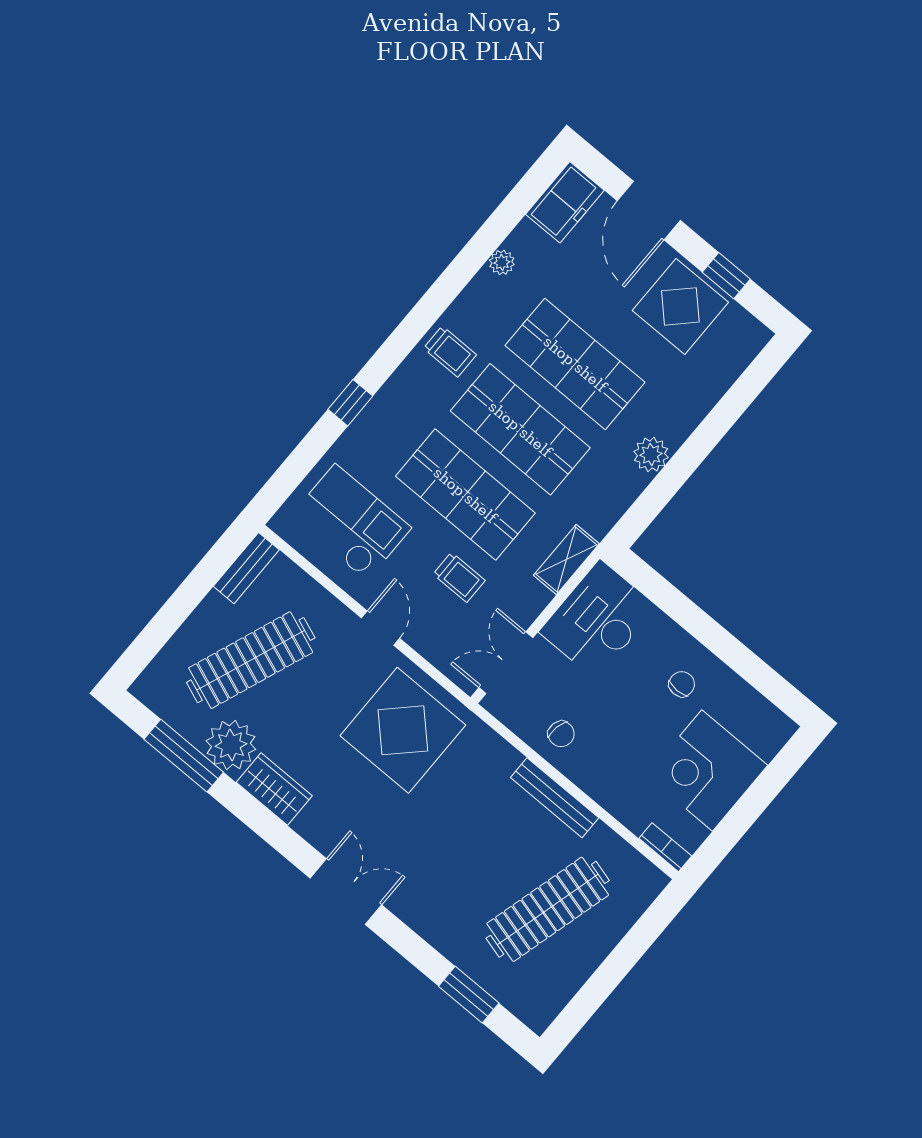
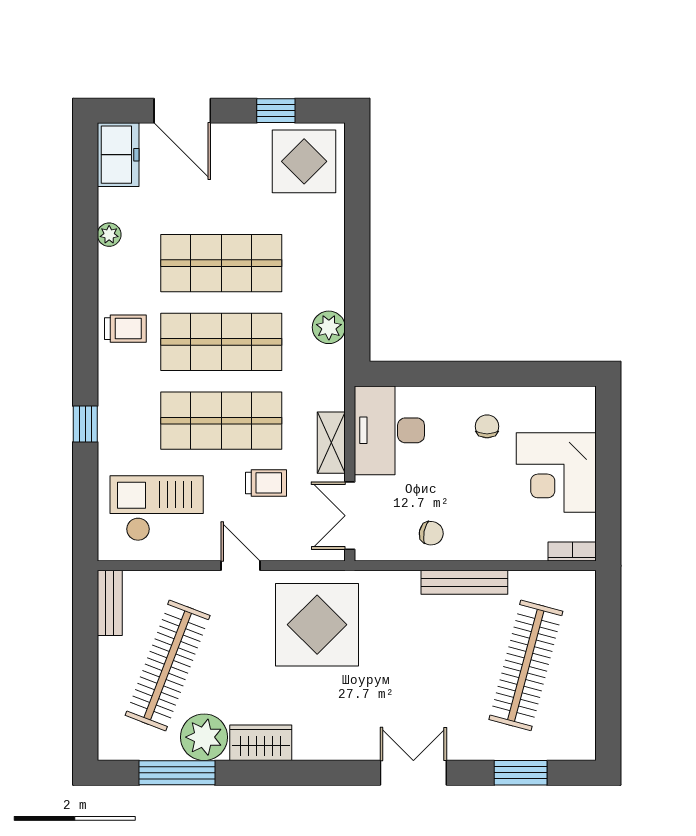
display table: (680, 306) -> (304, 161), moved
plant: (651, 454) -> (329, 327), moved
shelving: (566, 560) -> (331, 443), moved
double door: (346, 892) -> (413, 773), moved

